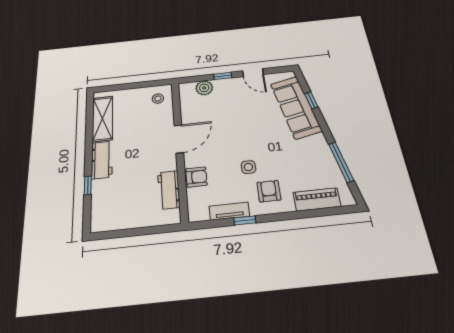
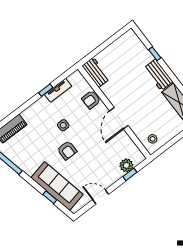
window: (223, 76) -> (130, 174), moved
workbench: (169, 190) -> (96, 72), moved
armchair: (269, 191) -> (67, 150), moved

